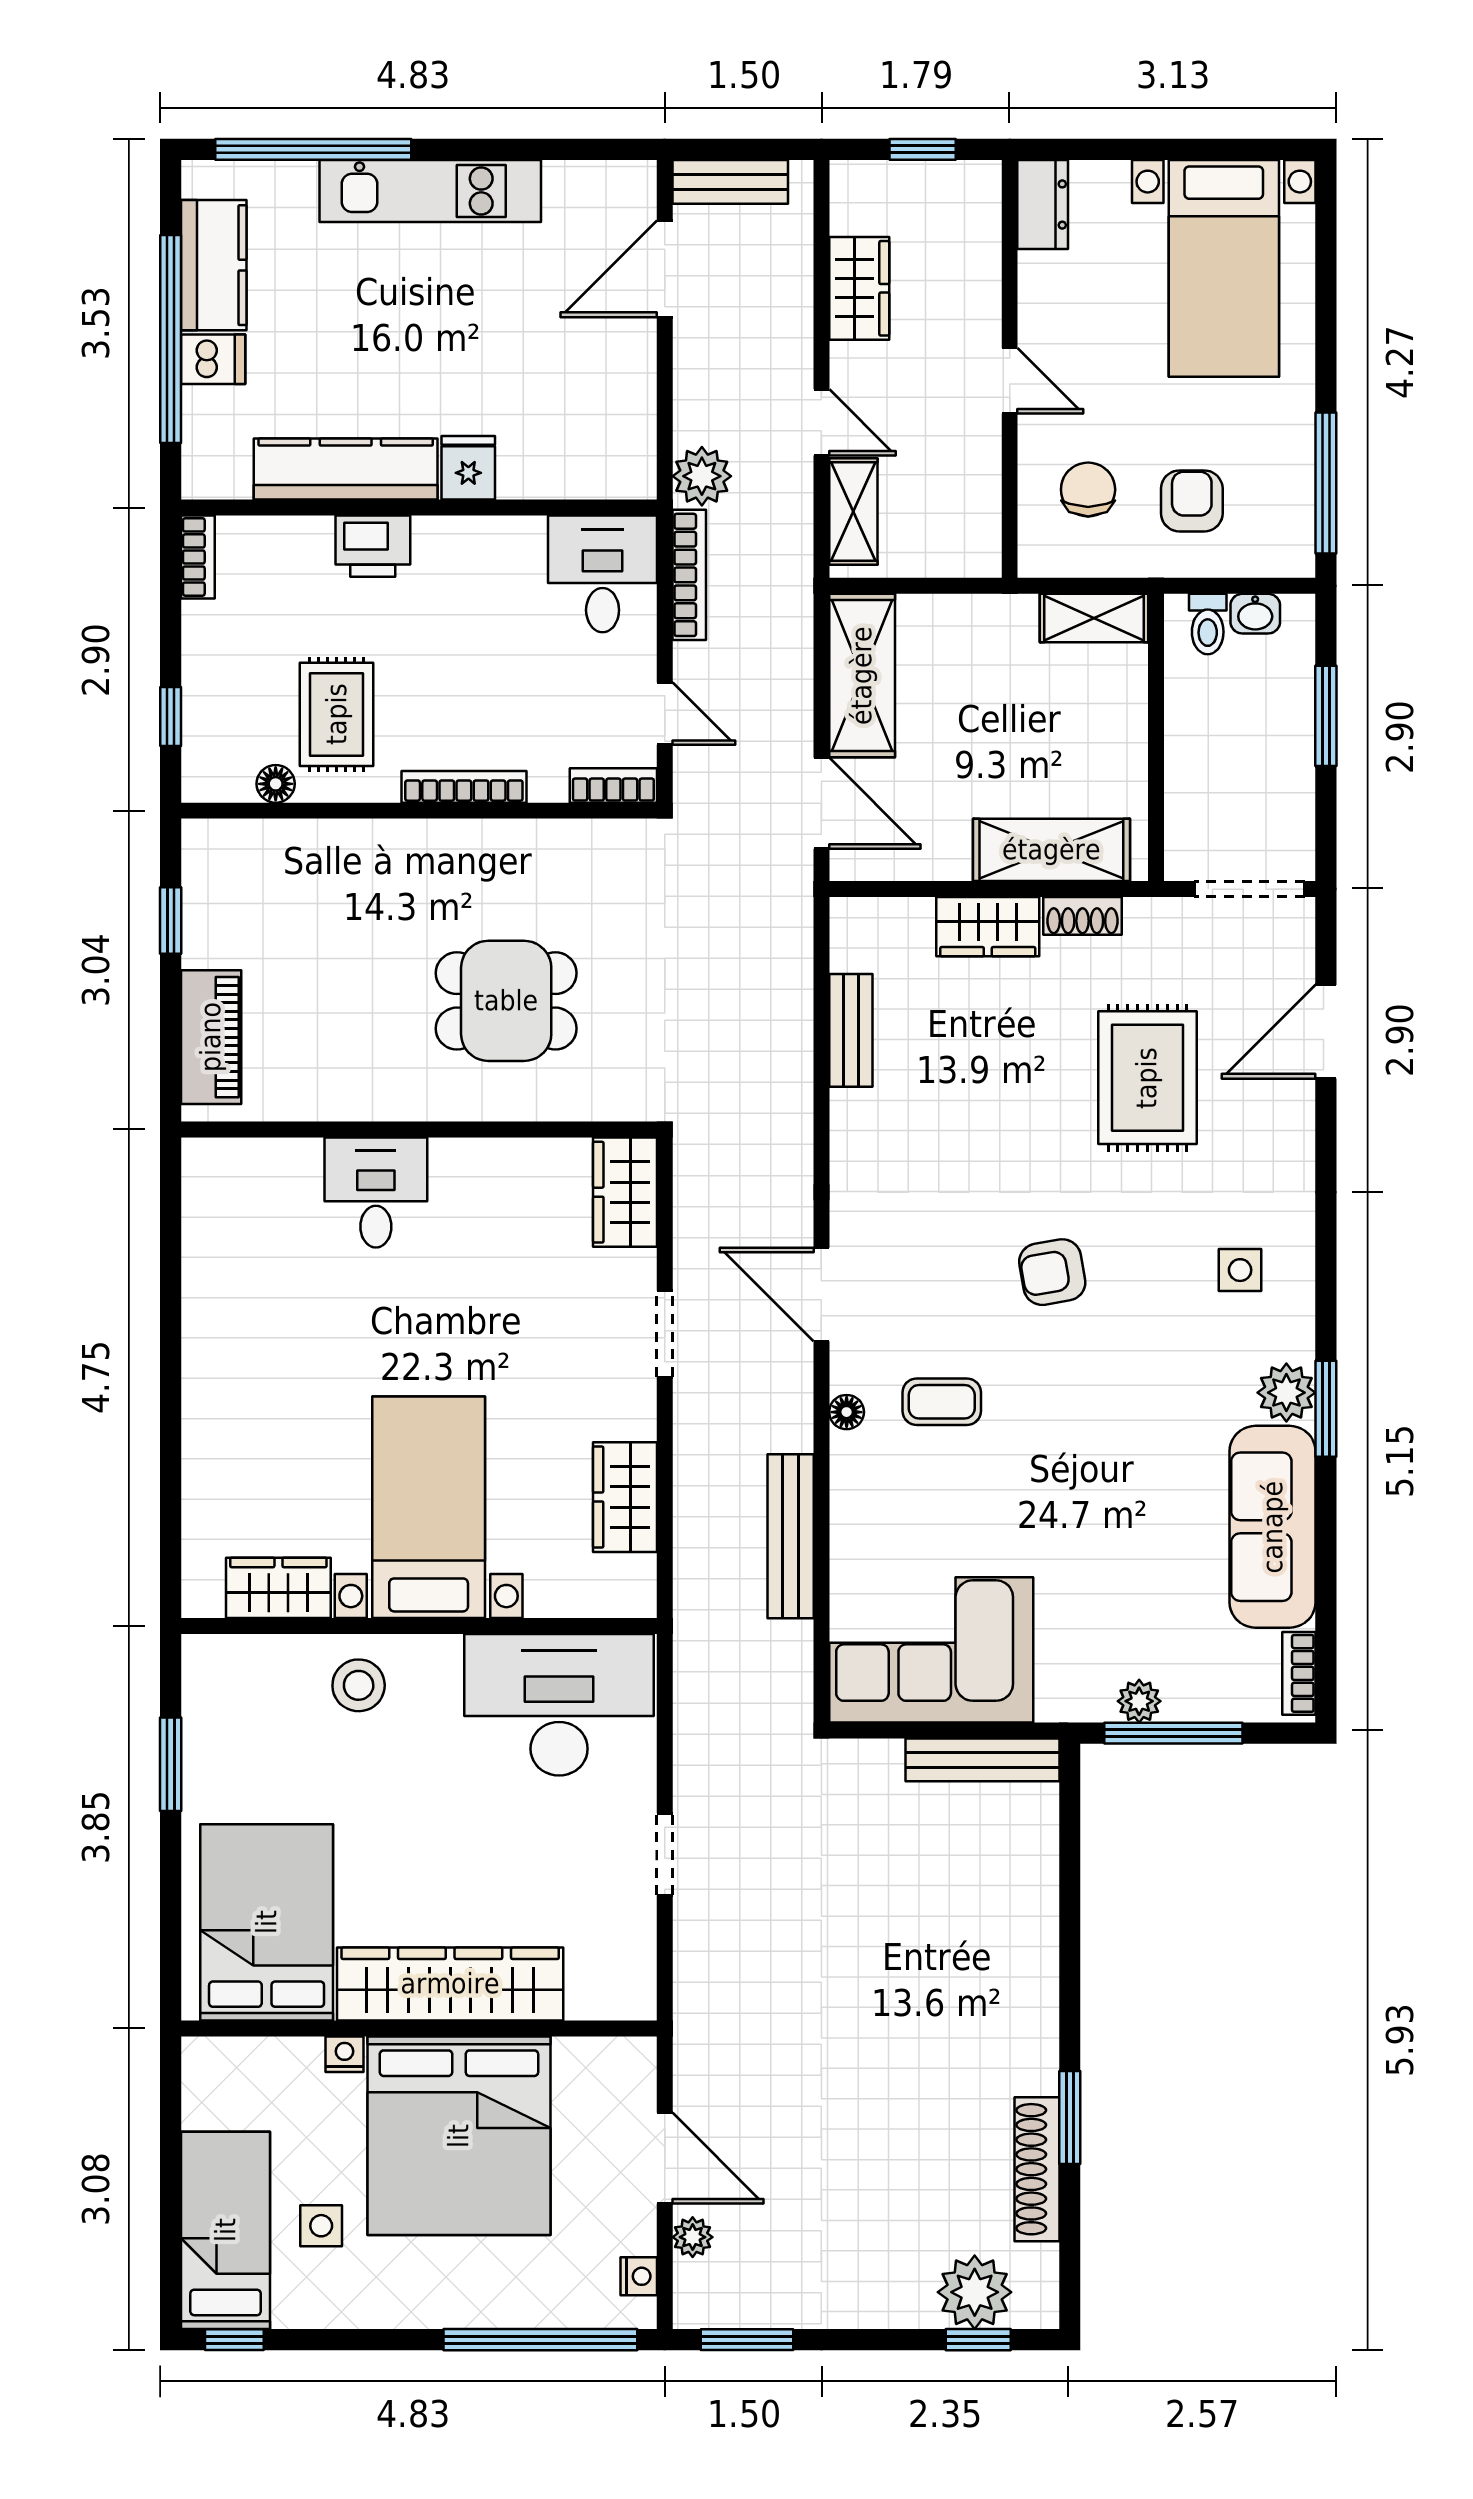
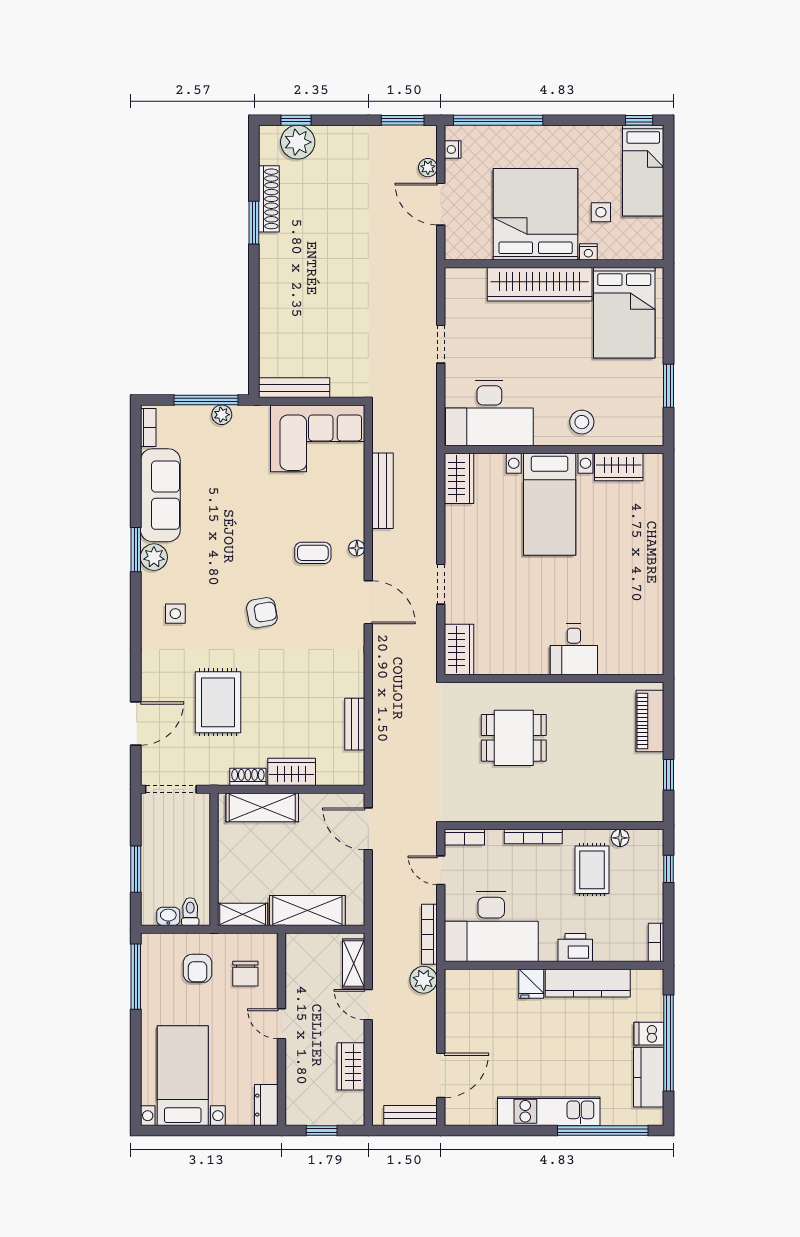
desk: (603, 574) -> (491, 927), width x1.87, depth x1.30
shelving: (862, 676) -> (307, 910), moved, turned 90
wardrobe: (625, 1497) -> (459, 478), moved
side table: (321, 2226) -> (601, 212), moved

